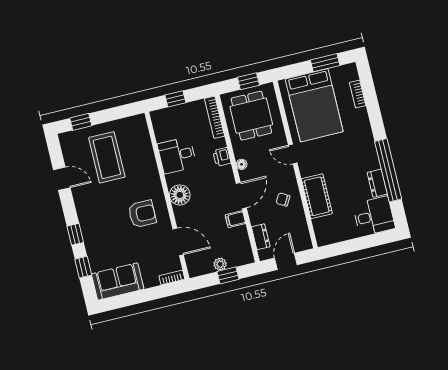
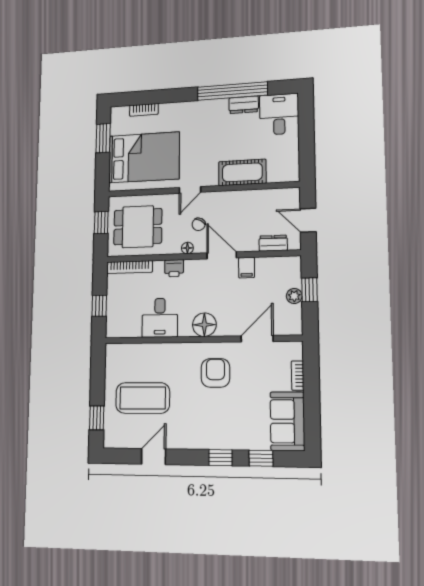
chair: (283, 199) -> (199, 224), moved
bookcase: (172, 278) -> (298, 376), moved

